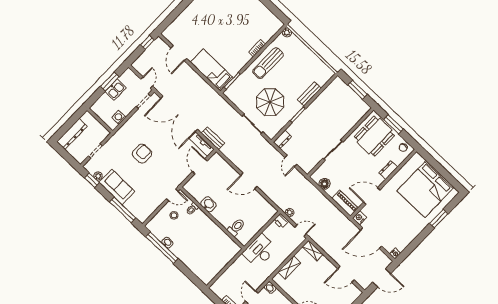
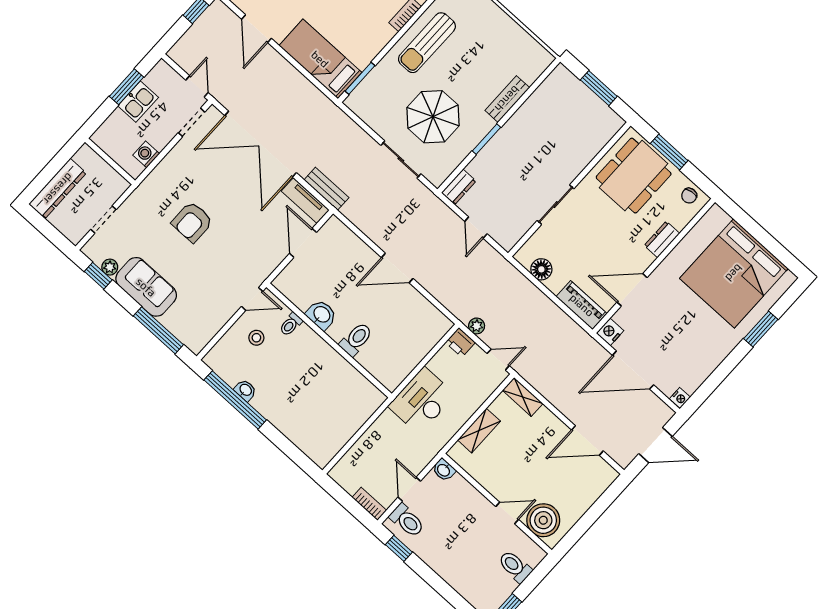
armchair: (142, 154) -> (192, 222), turned 180
toilet: (236, 227) -> (356, 339), moved

